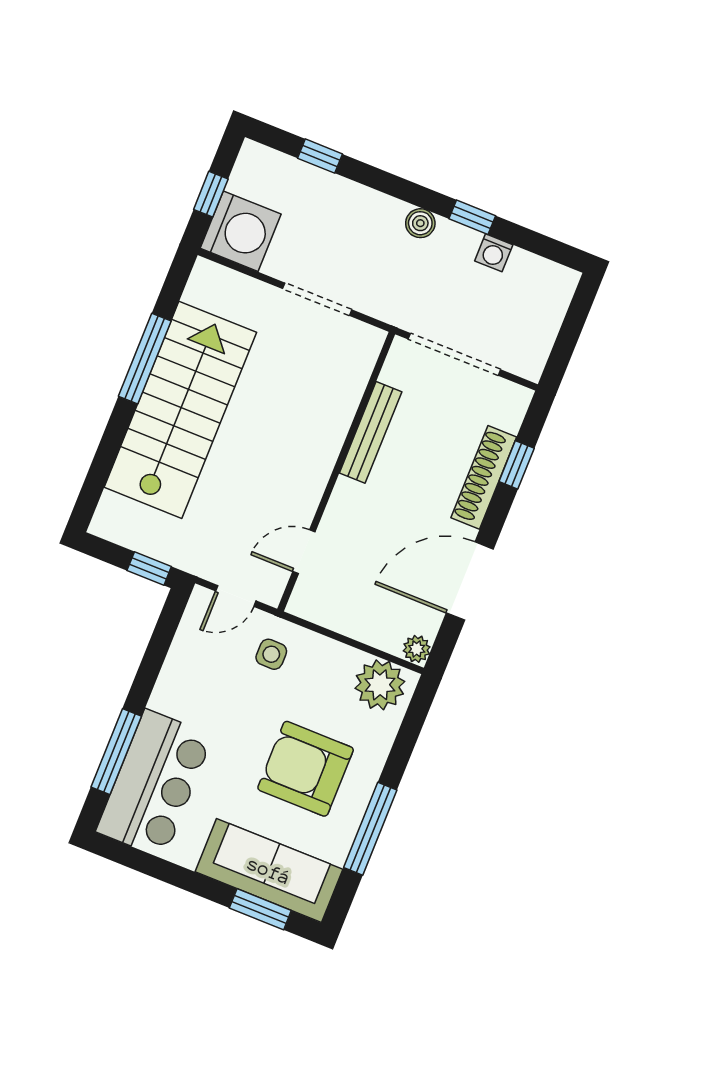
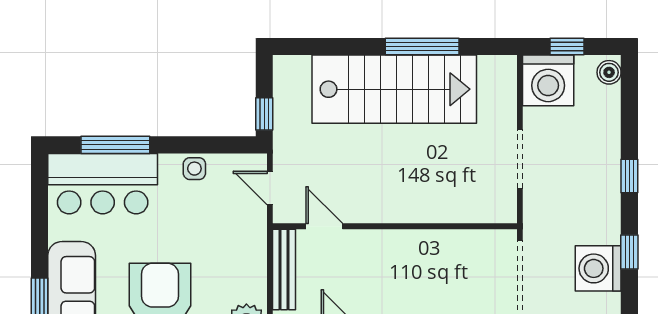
window: (320, 156) -> (629, 176), moved
boiler: (420, 223) -> (609, 72), moved
washing machine: (494, 253) -> (598, 268), width x1.89, depth x1.89
bench: (371, 432) -> (284, 270), moved, turned 90
side table: (271, 654) -> (194, 169), moved

